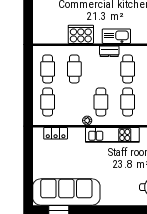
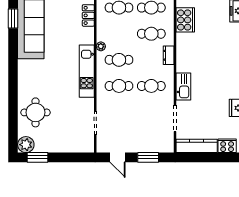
cooker: (81, 34) -> (185, 20), moved
kitchen sink: (116, 36) -> (183, 86), moved
dresser: (109, 51) -> (169, 55), moved

